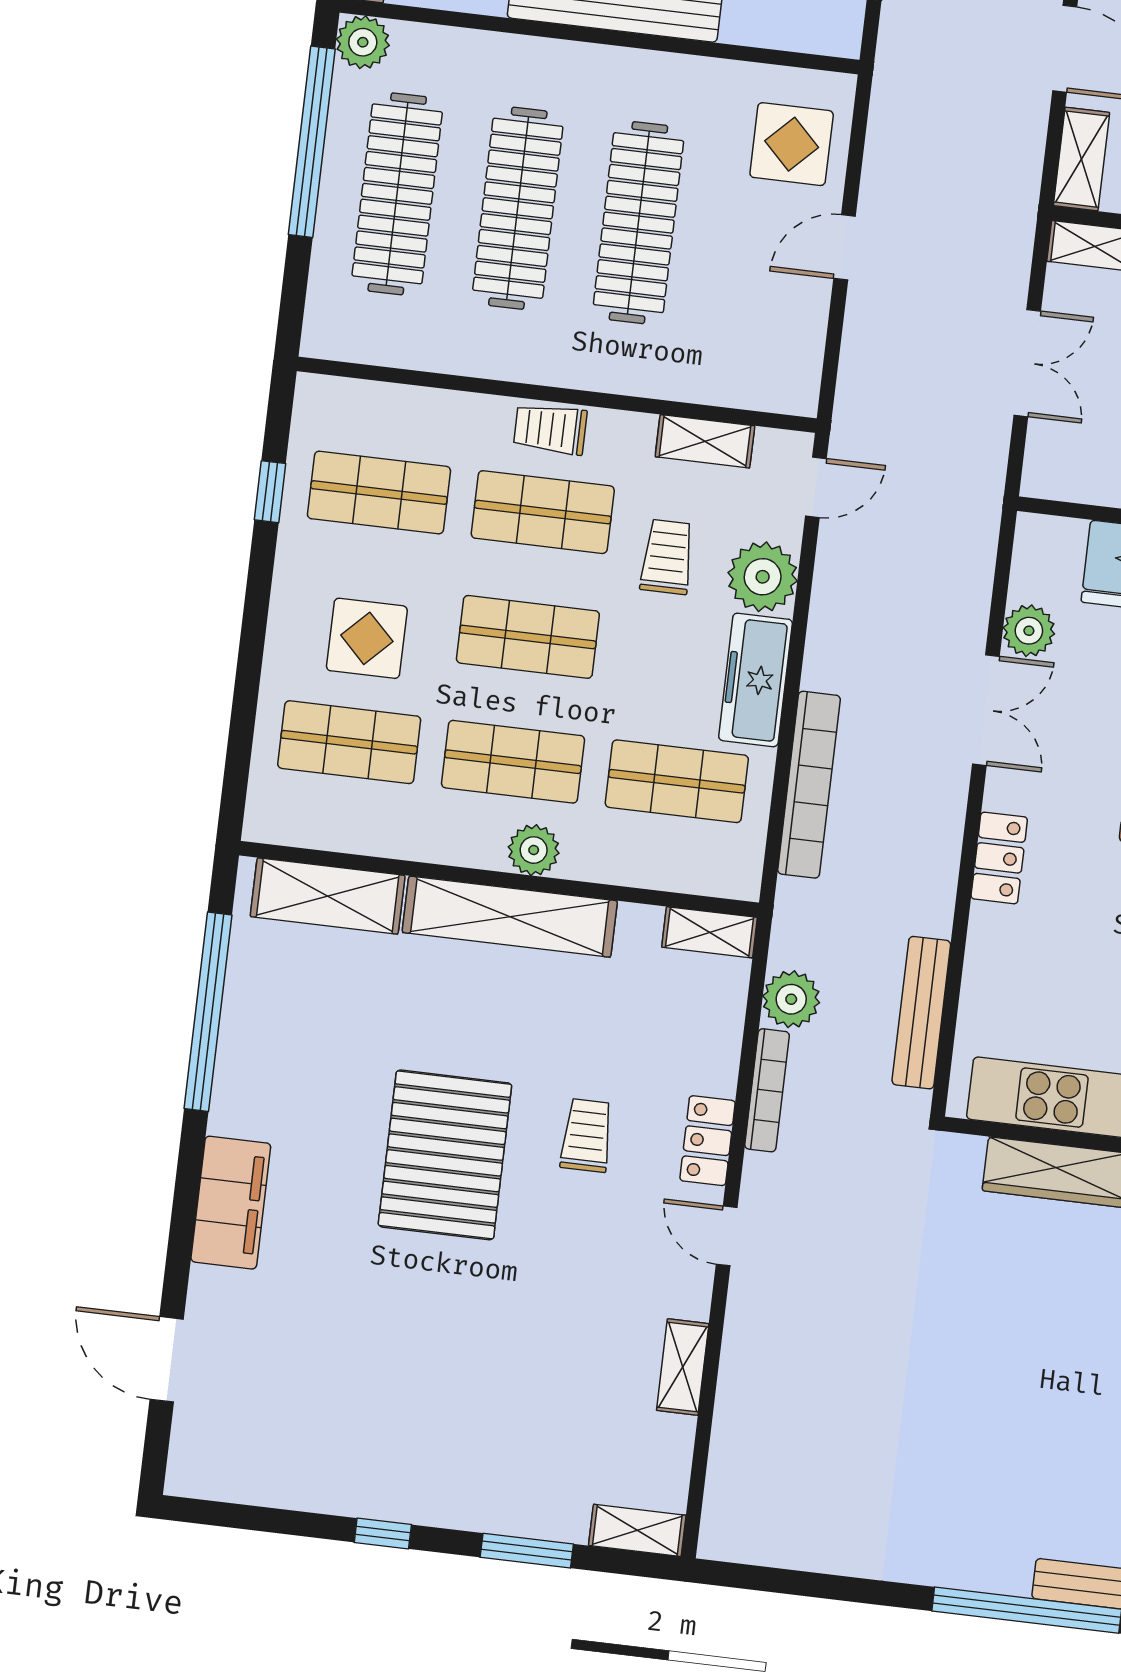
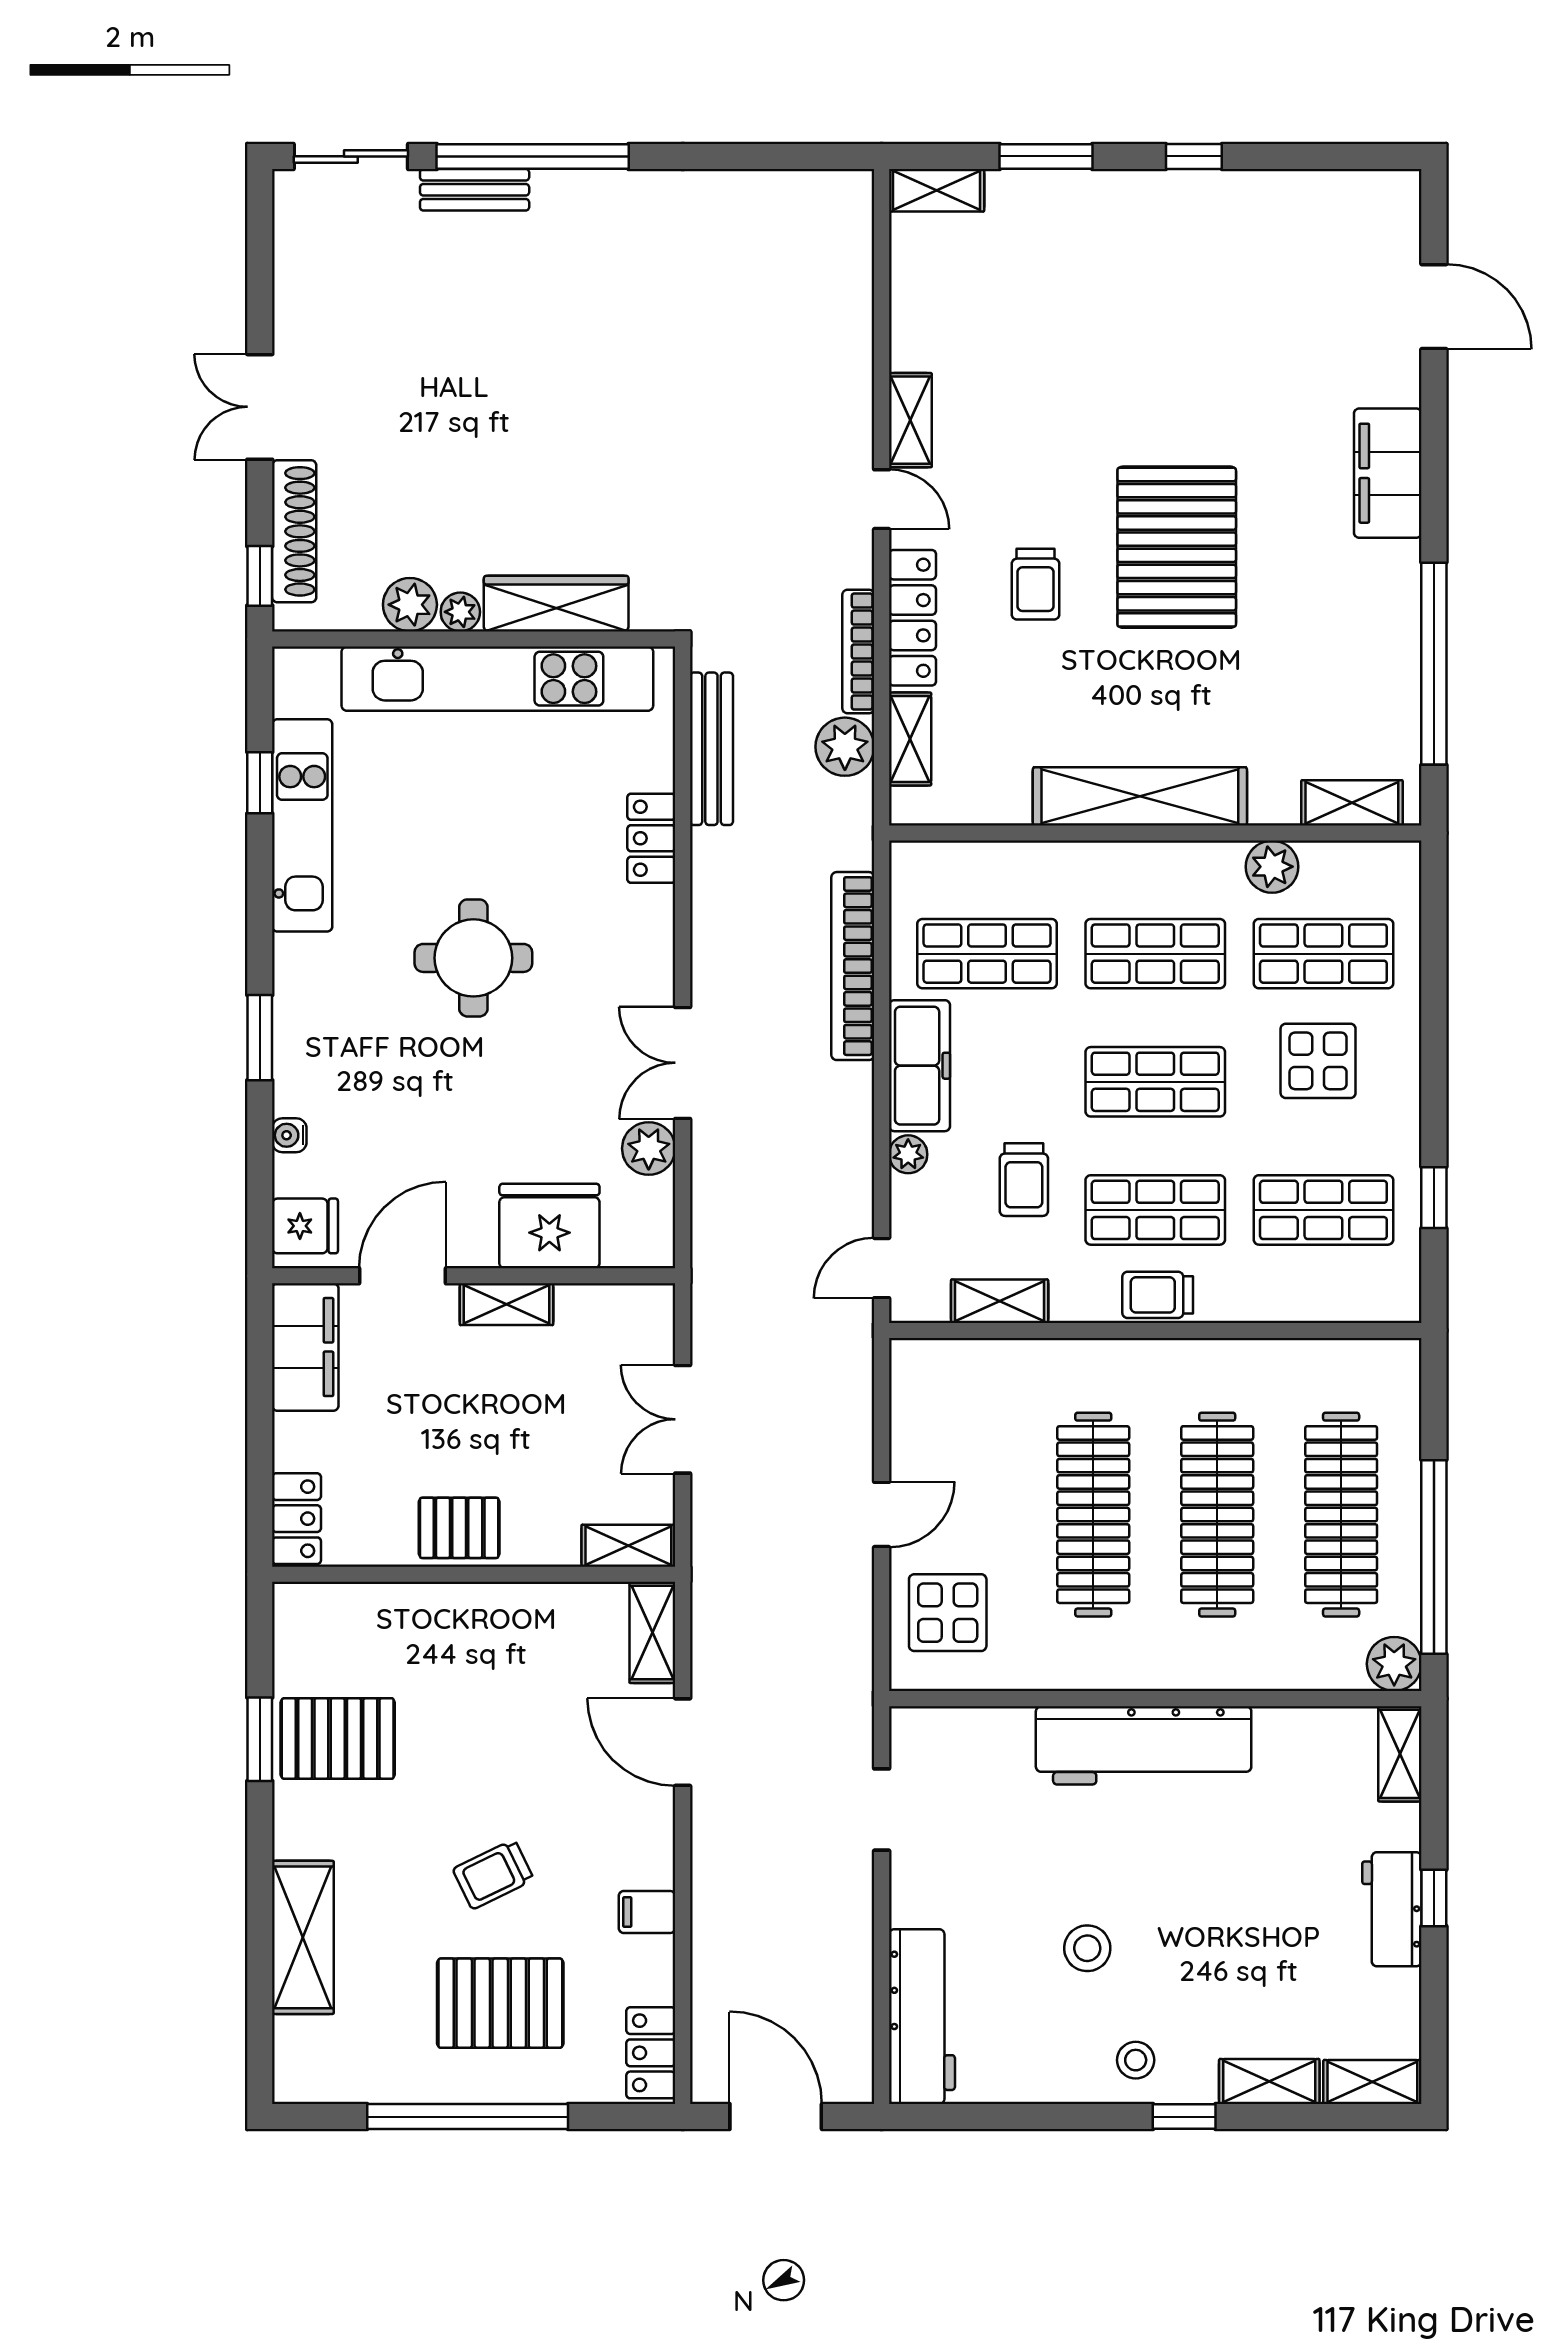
trolley: (550, 429) -> (1158, 1295), turned 180
plant: (763, 577) -> (908, 1154), width x0.53, depth x0.53
plant: (534, 850) -> (1272, 867), moved
locker: (999, 858) -> (651, 838), moved
shelving: (328, 896) -> (1352, 803), width x0.67, depth x0.75
shelving: (710, 932) -> (910, 739), moved, turned 90
locker: (708, 1141) -> (912, 618), width x1.53
shelving: (683, 1367) -> (910, 420), moved

